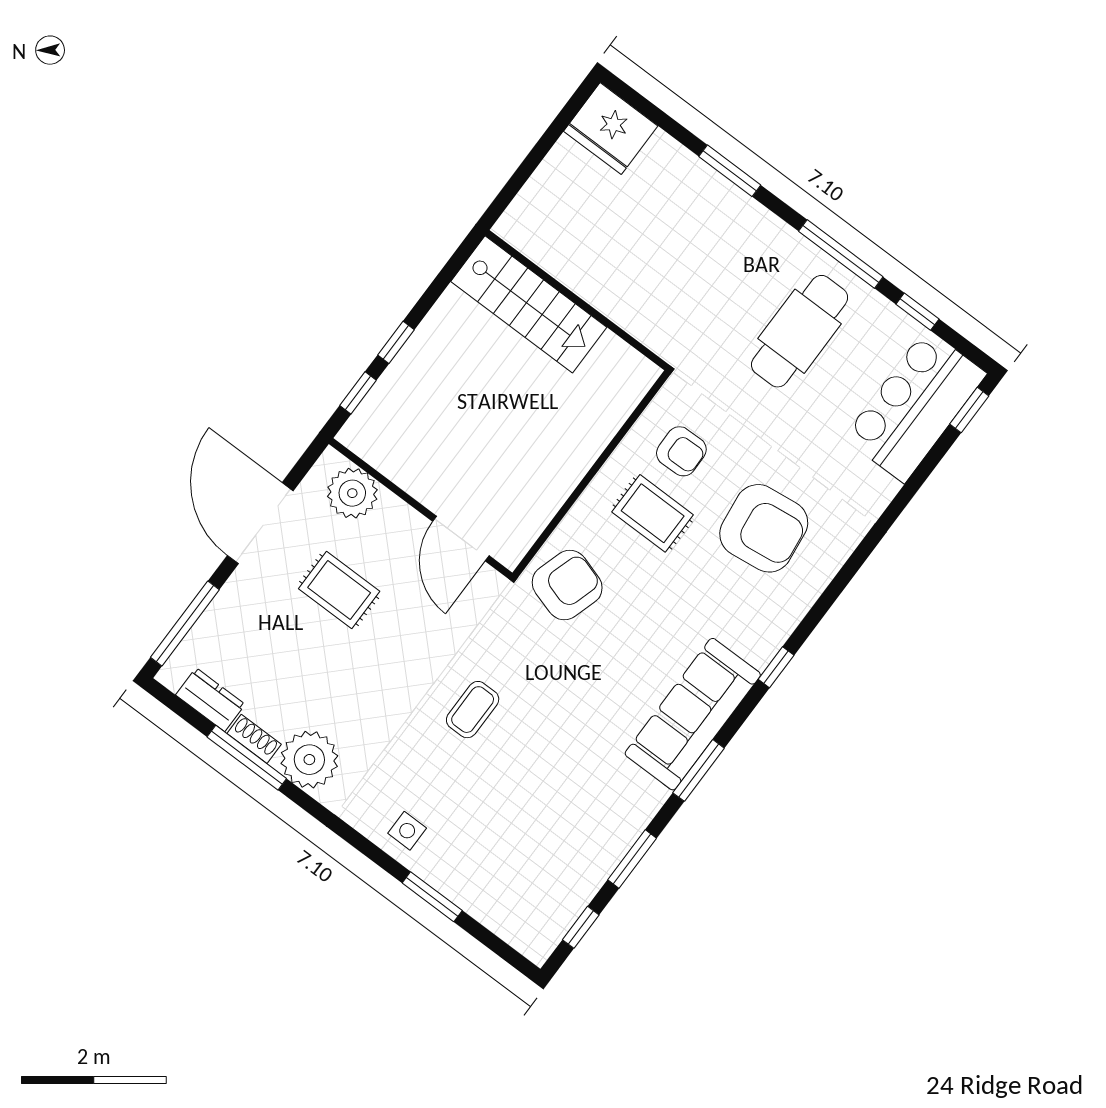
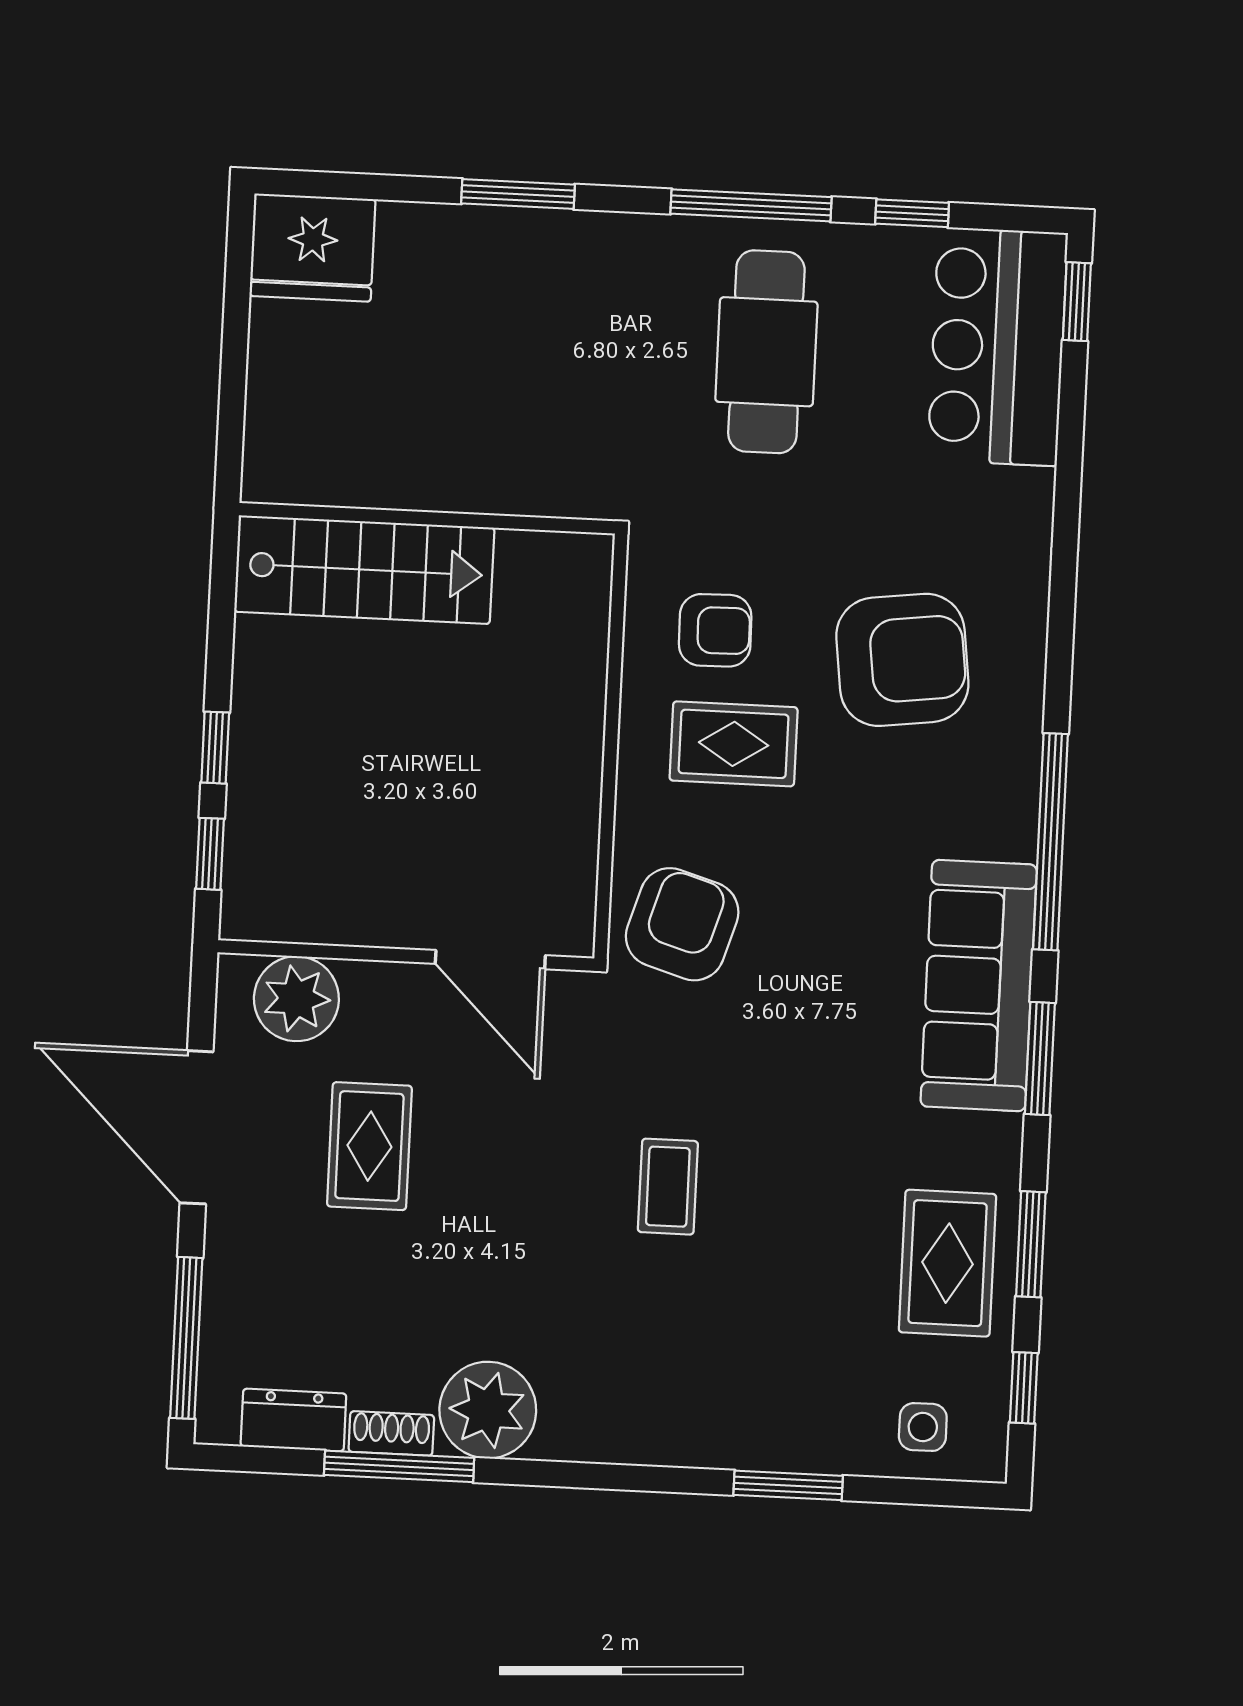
rug: (339, 590) -> (369, 1146), turned 90
window: (776, 667) -> (1050, 842), width x3.17
side table: (407, 831) -> (923, 1427), moved
rug: (585, 840) -> (948, 1263), added

